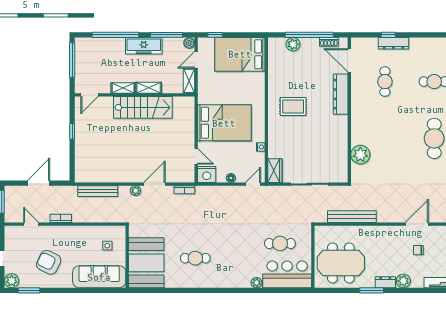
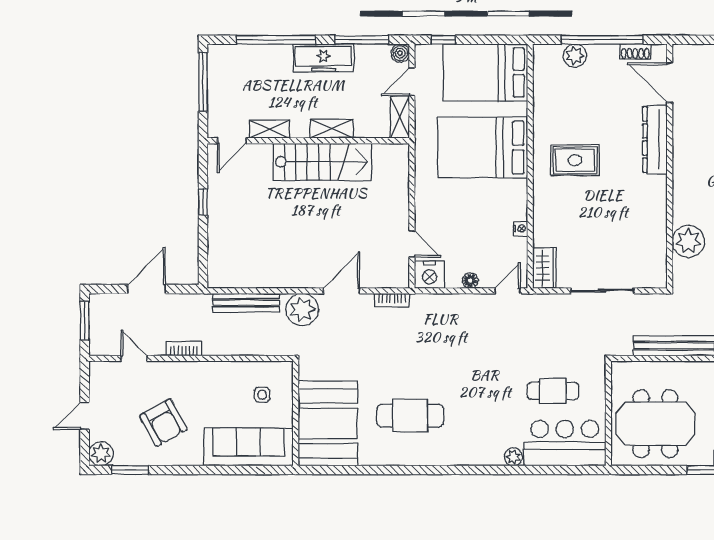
shelving: (123, 88) -> (269, 129), moved
bed: (224, 123) -> (483, 148), moved, turned 180
plant: (136, 191) -> (302, 310), width x1.87, depth x1.87
cafe table: (195, 258) -> (410, 416), width x1.37, depth x1.35
armchair: (49, 262) -> (163, 423), turned -145

